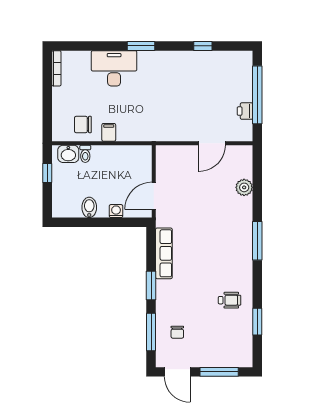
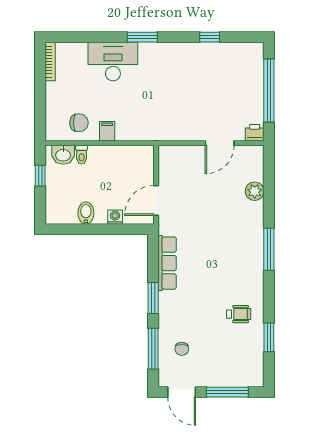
printer: (245, 111) -> (255, 133), moved, turned 90
chair: (83, 124) -> (79, 123), turned 180

